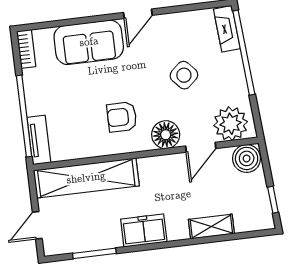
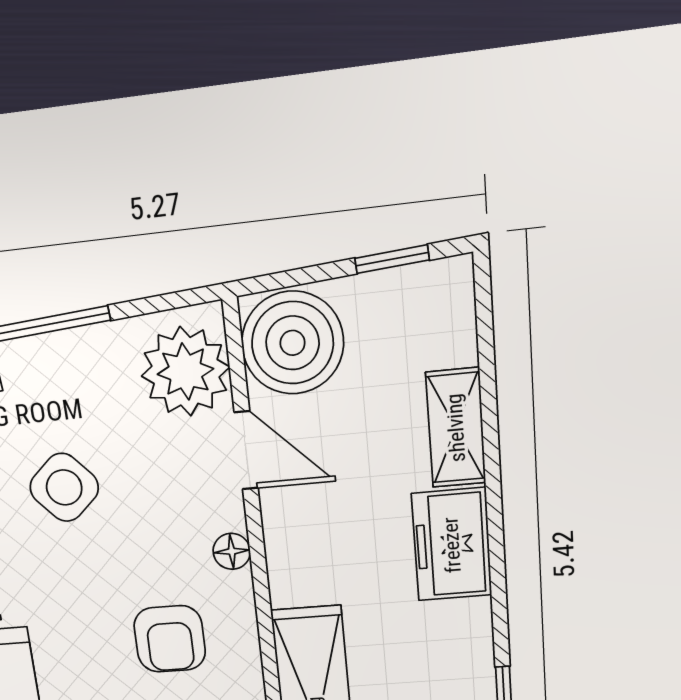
floor lamp: (166, 135) -> (232, 551), width x0.53, depth x0.53
boiler: (247, 158) -> (293, 343), width x1.37, depth x1.37
freezer: (144, 230) -> (452, 545), moved

